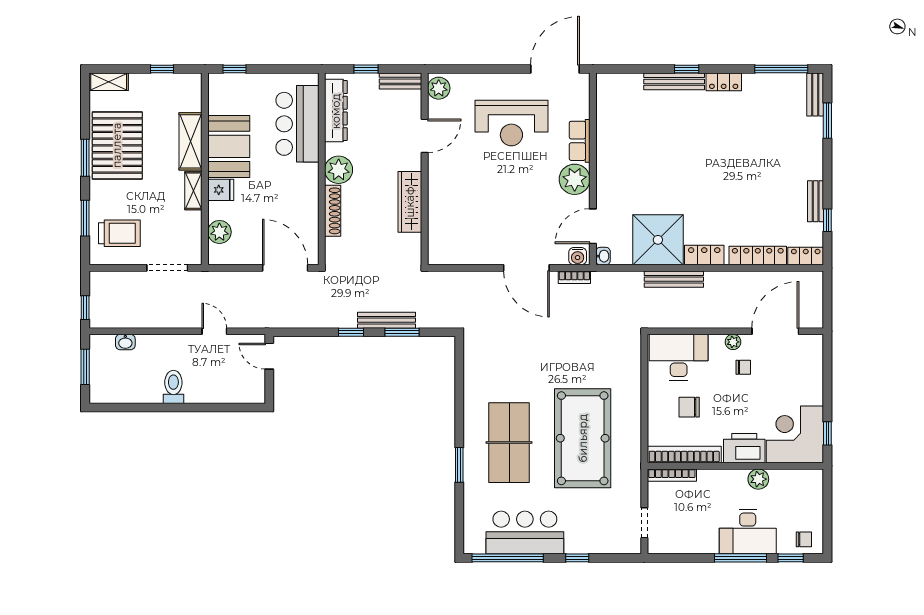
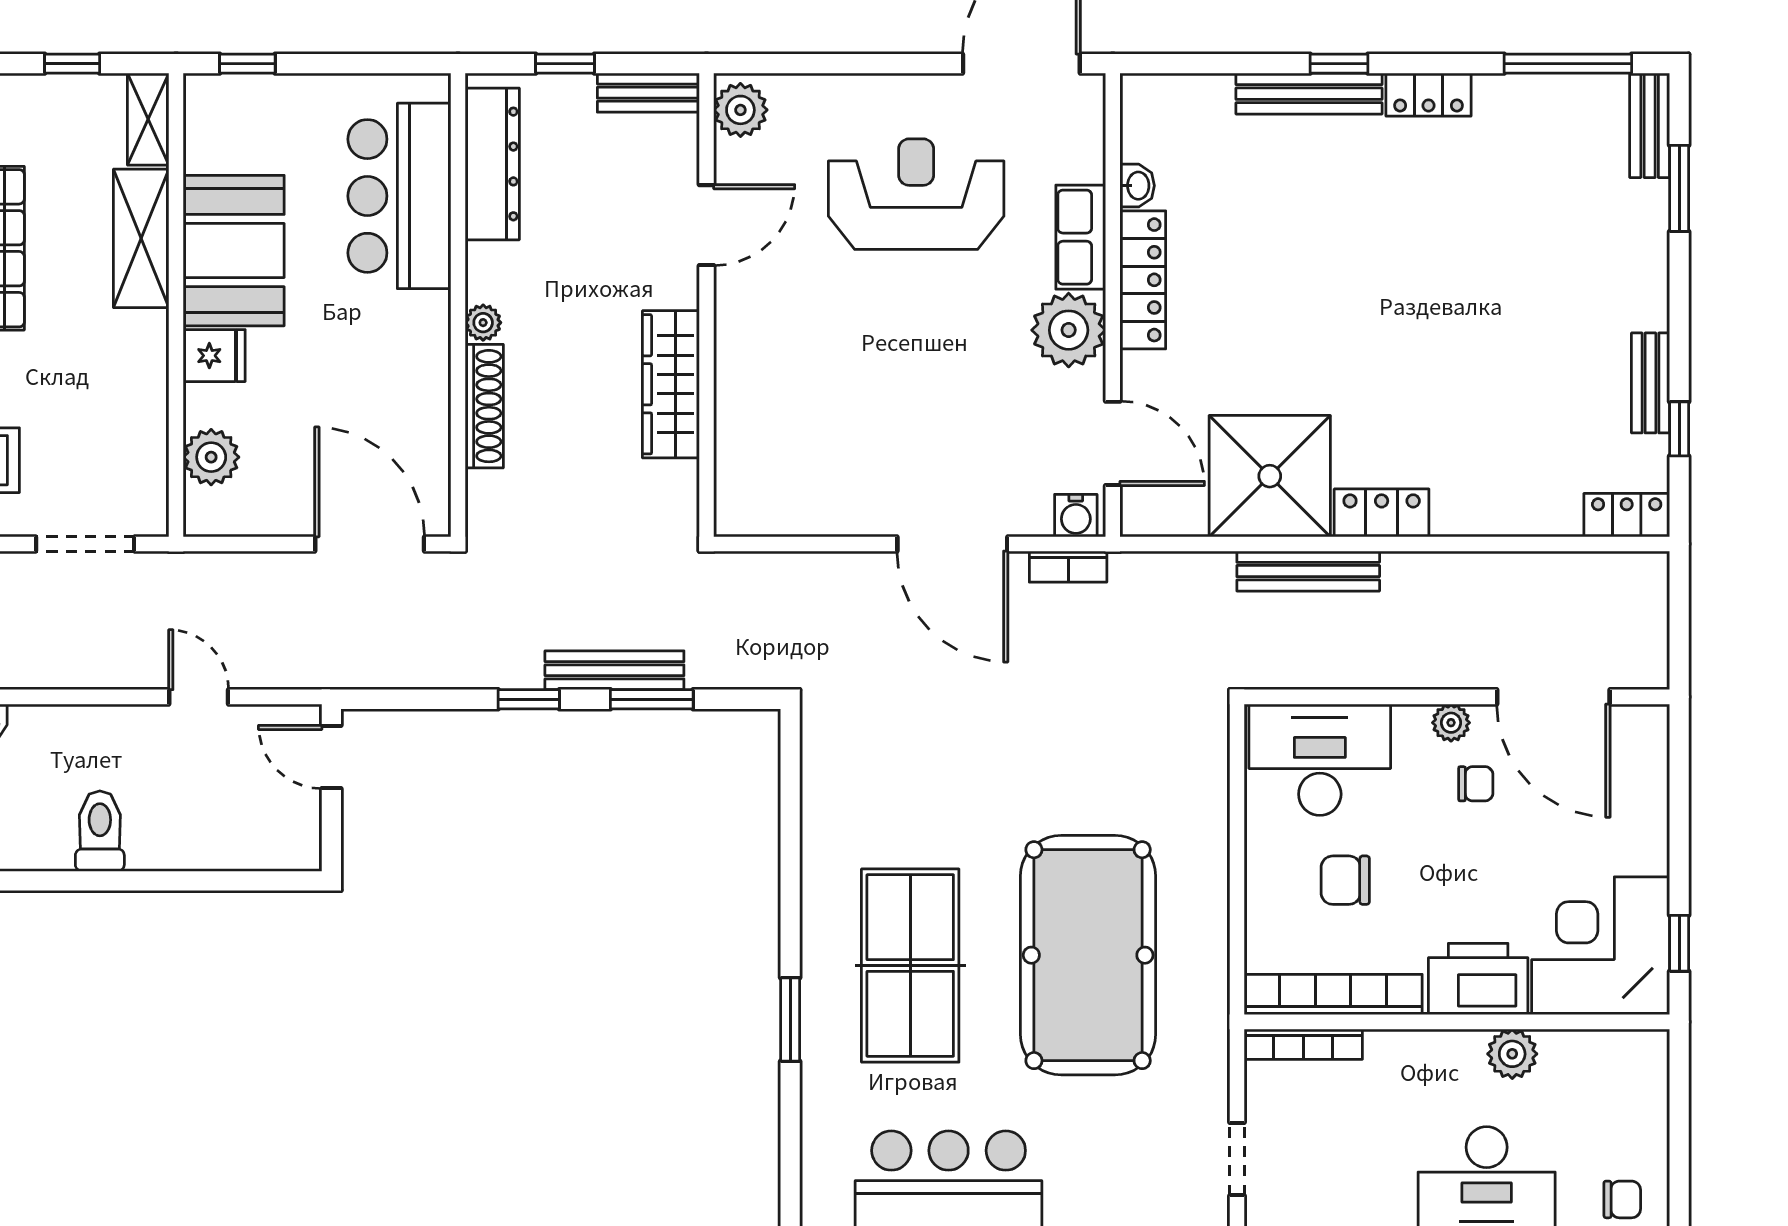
reception desk: (511, 123) -> (916, 194), turned 180
plant: (339, 170) -> (483, 323), width x0.53, depth x0.53
shelving: (193, 191) -> (148, 119), moved
door: (593, 226) -> (1113, 443), swing flipped
locker: (758, 255) -> (1143, 280), moved, turned 90
washbasin: (603, 256) -> (1137, 186), moved
door: (775, 331) -> (1553, 697), swing flipped

